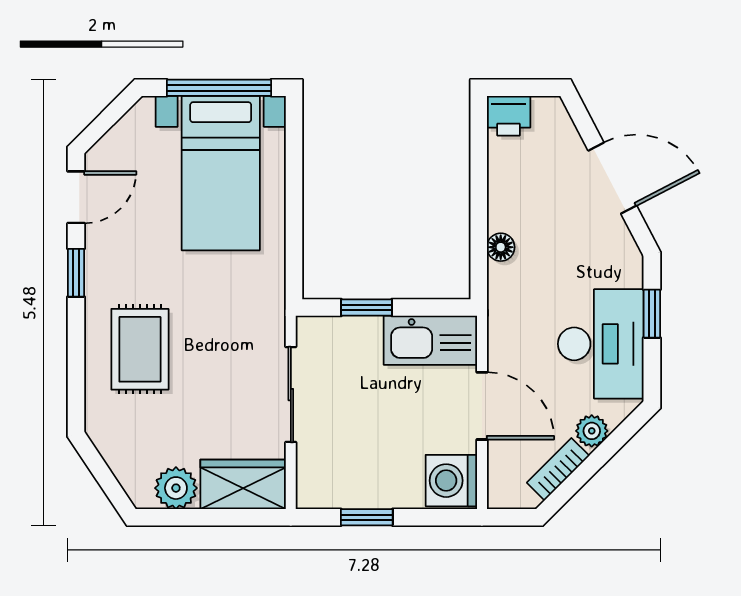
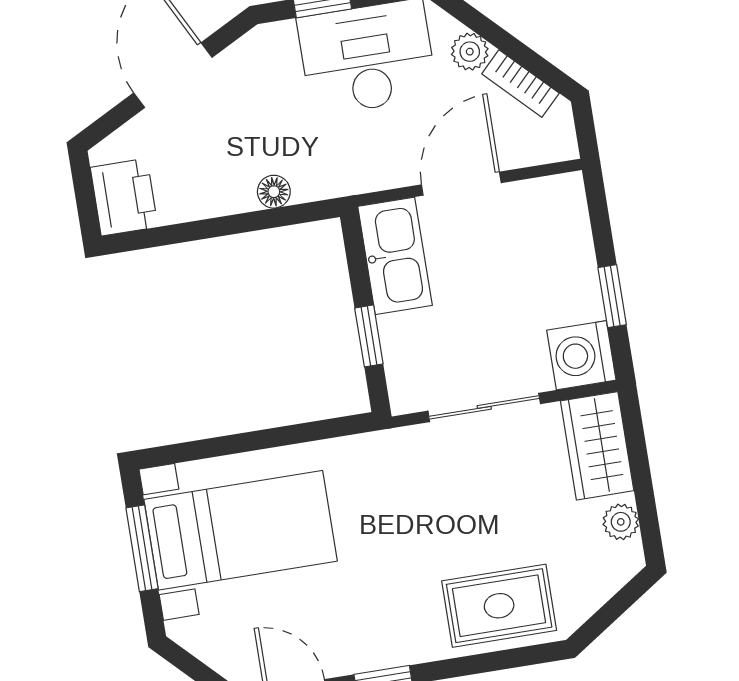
window: (219, 88) -> (142, 548), width x0.69
printer: (509, 116) -> (124, 197), width x1.36, depth x1.24
rug: (140, 349) -> (499, 606), moved
washing machine: (451, 481) -> (581, 355), moved, turned 90
plant: (176, 488) -> (621, 522), width x0.73, depth x0.73

